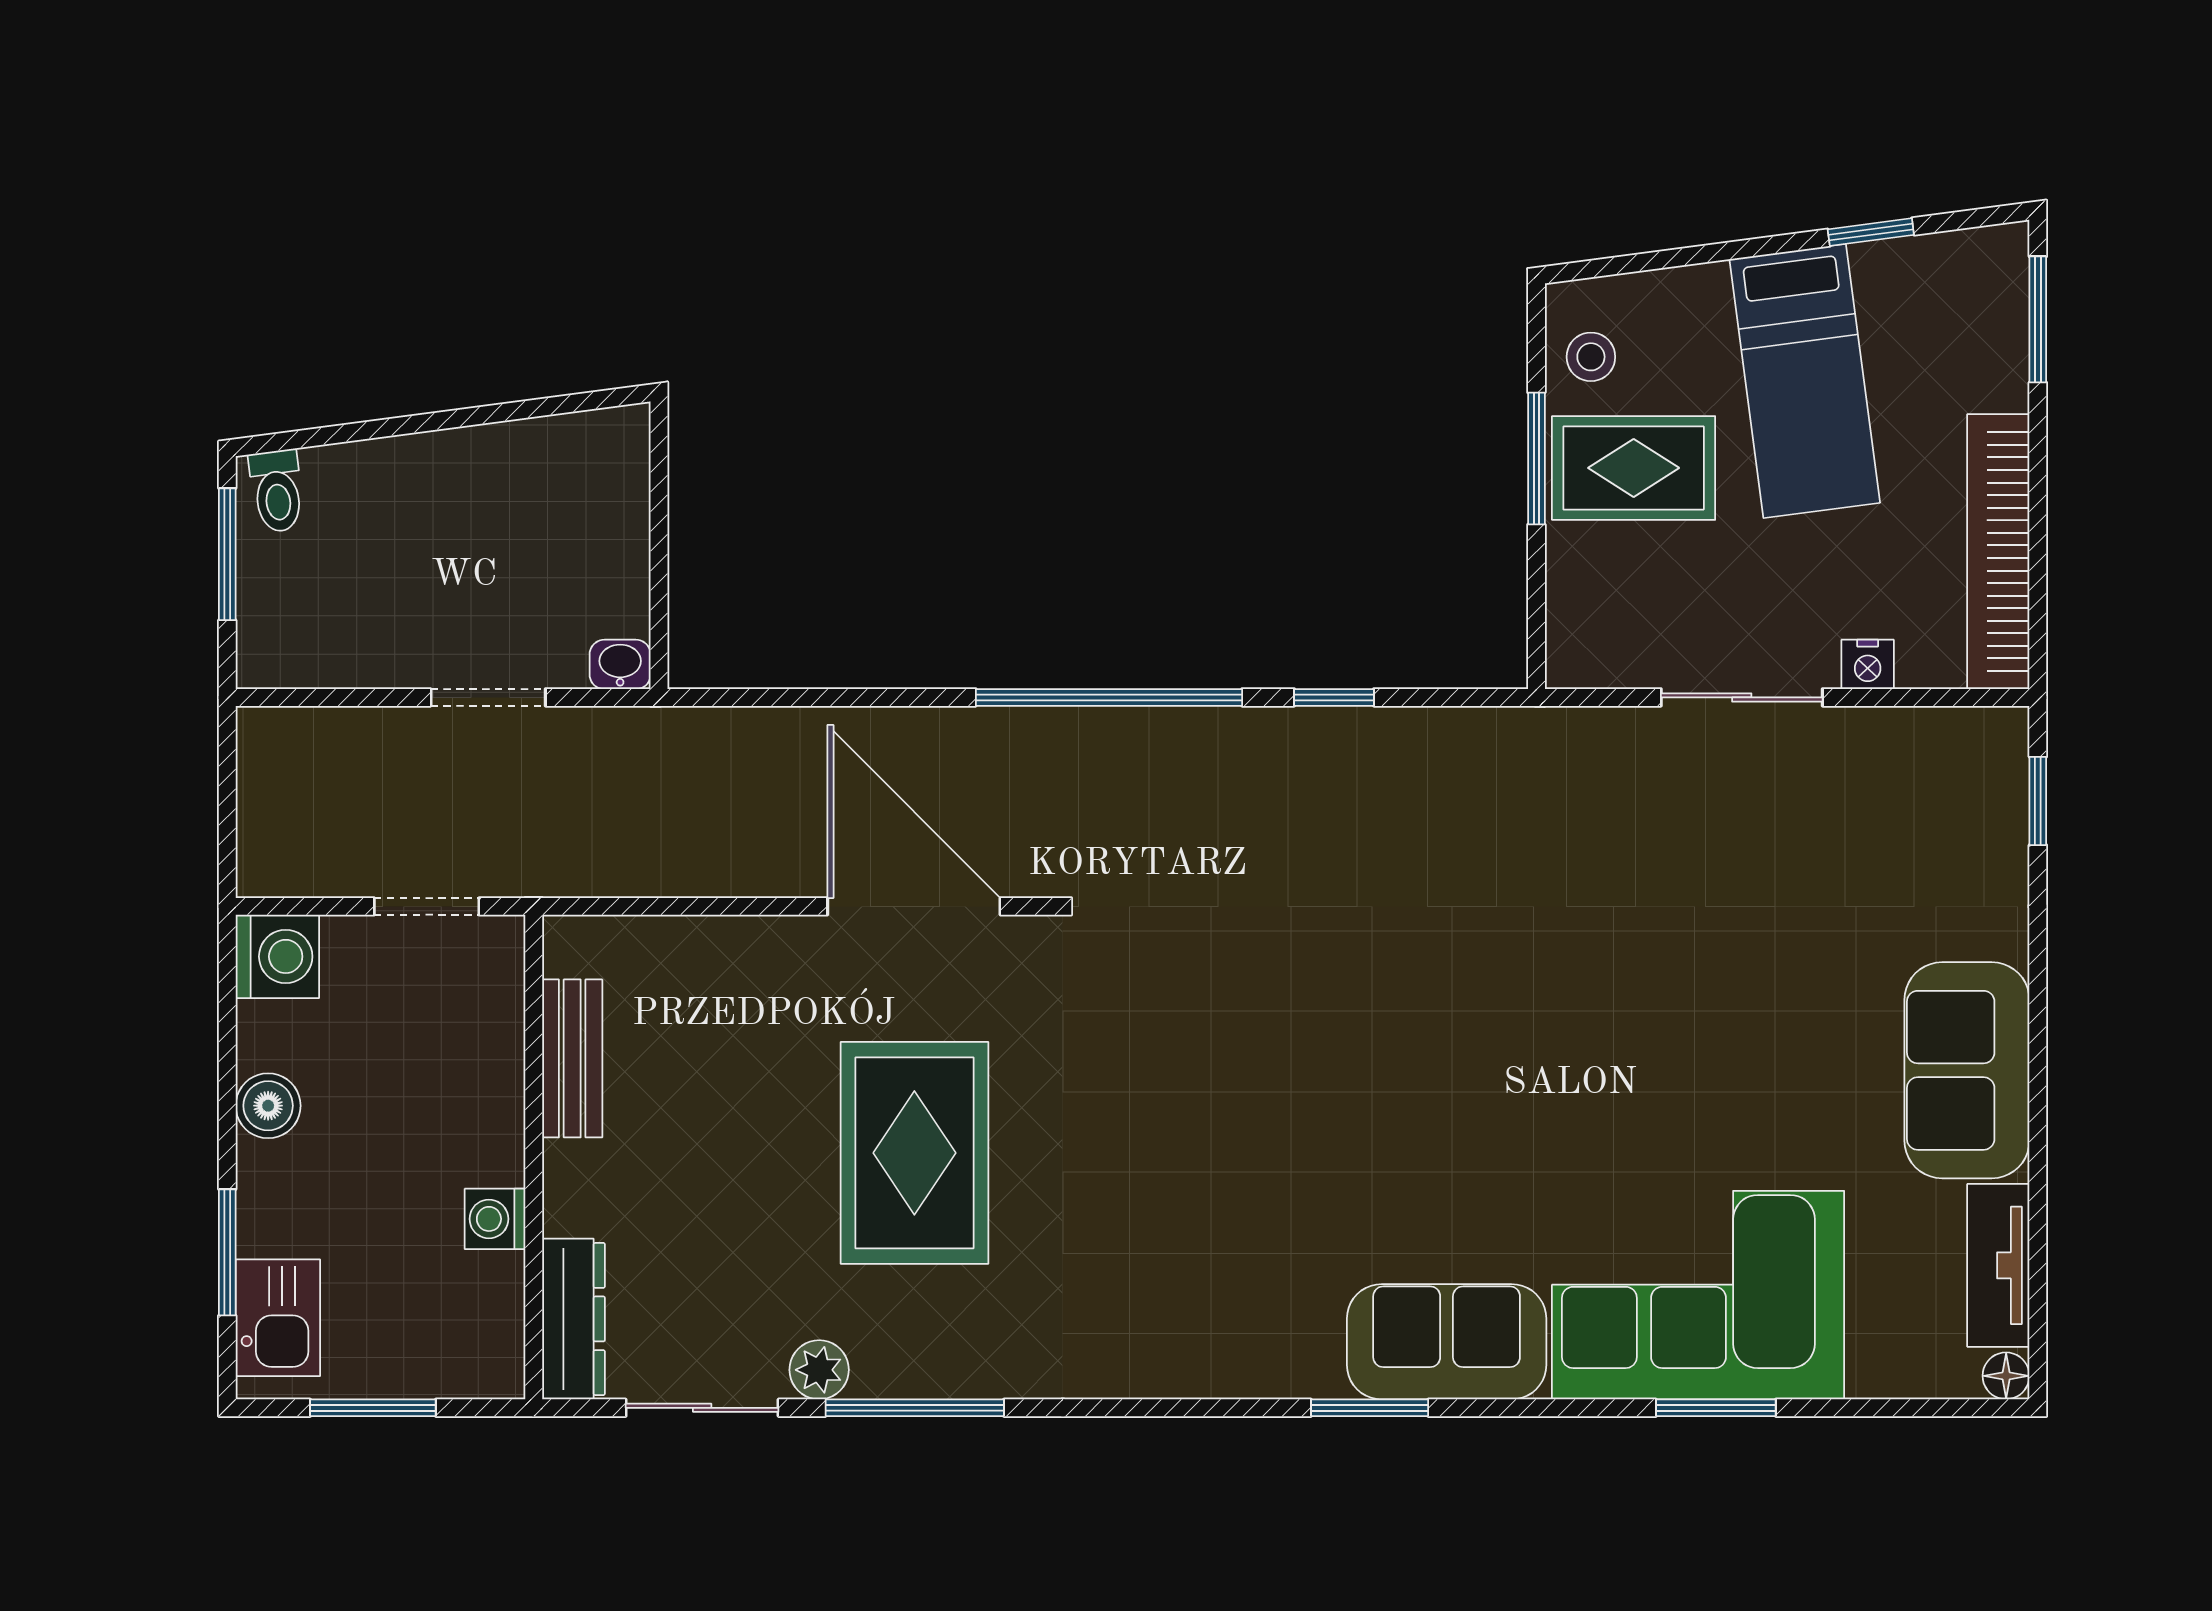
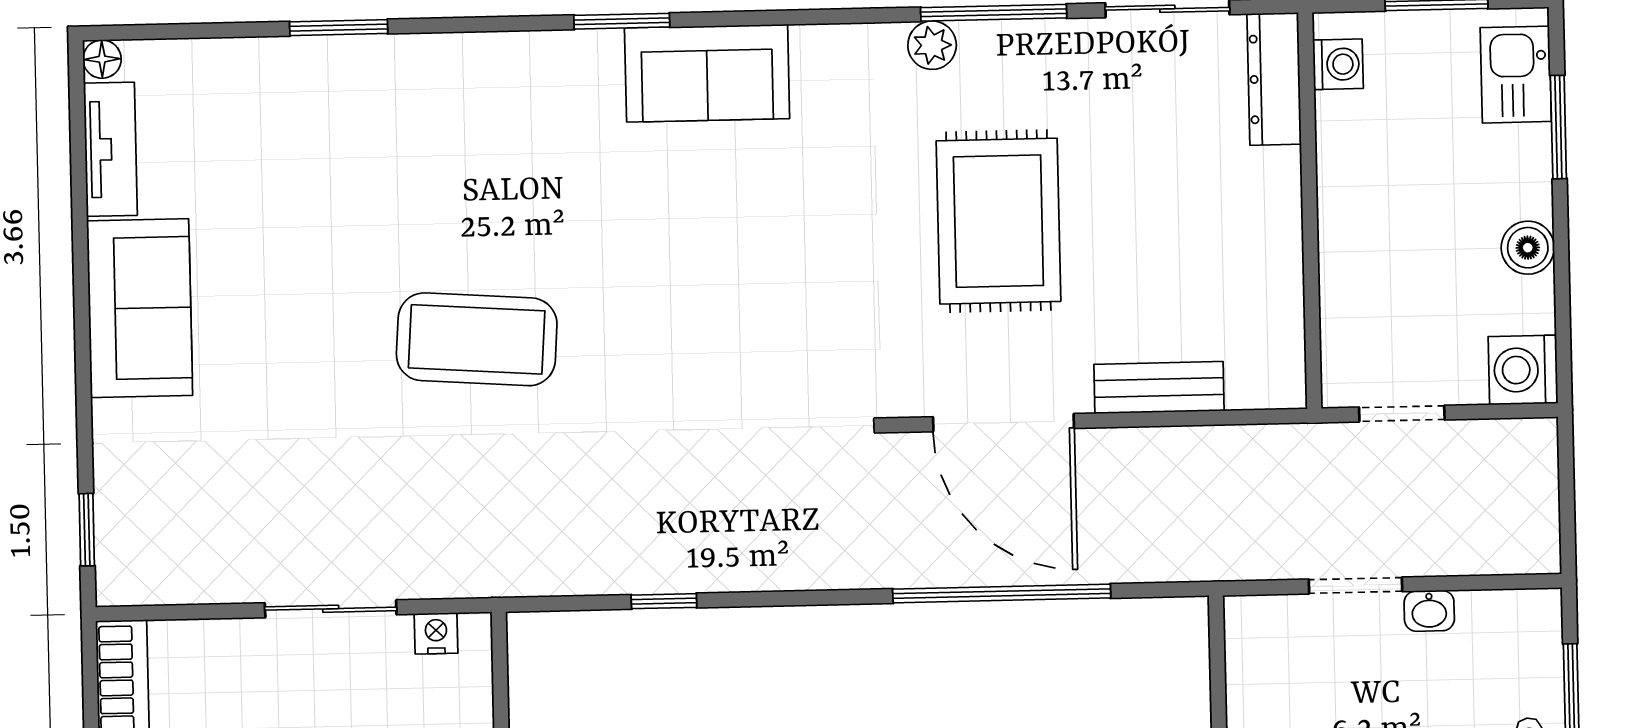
washbasin: (620, 664) -> (1429, 611), moved
nightstand: (1868, 664) -> (436, 633), moved
window: (1109, 697) -> (1002, 594), moved
coffee table: (1556, 1023) -> (477, 339), added
bench: (572, 1058) -> (1159, 388), moved, turned 90
washing machine: (495, 1219) -> (1338, 64), moved
corner sofa: (1698, 1295) -> (355, 119), removed
sofa: (1447, 1342) -> (707, 73), moved
plant: (819, 1370) -> (932, 45), moved

